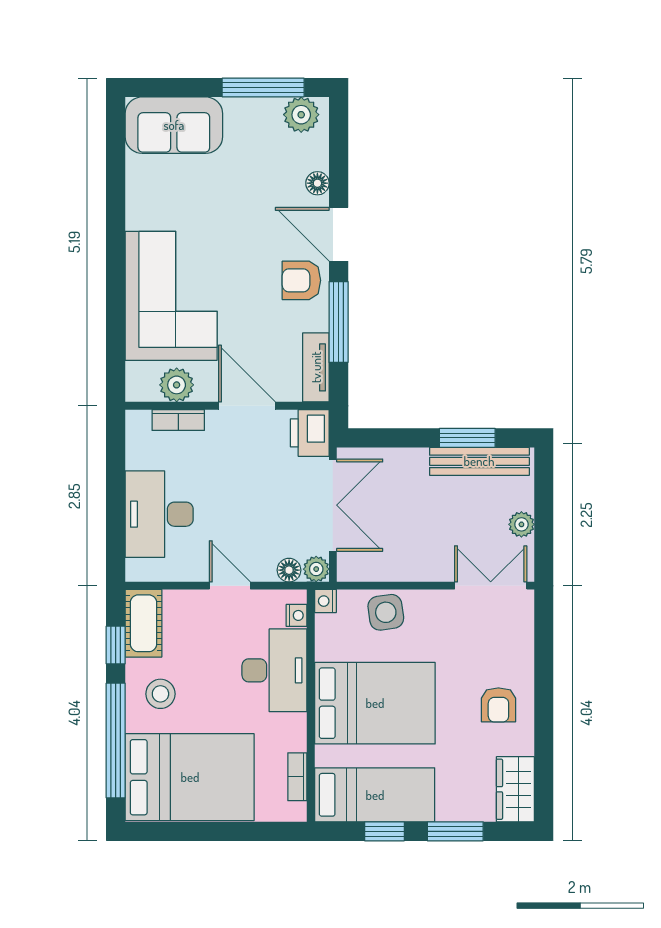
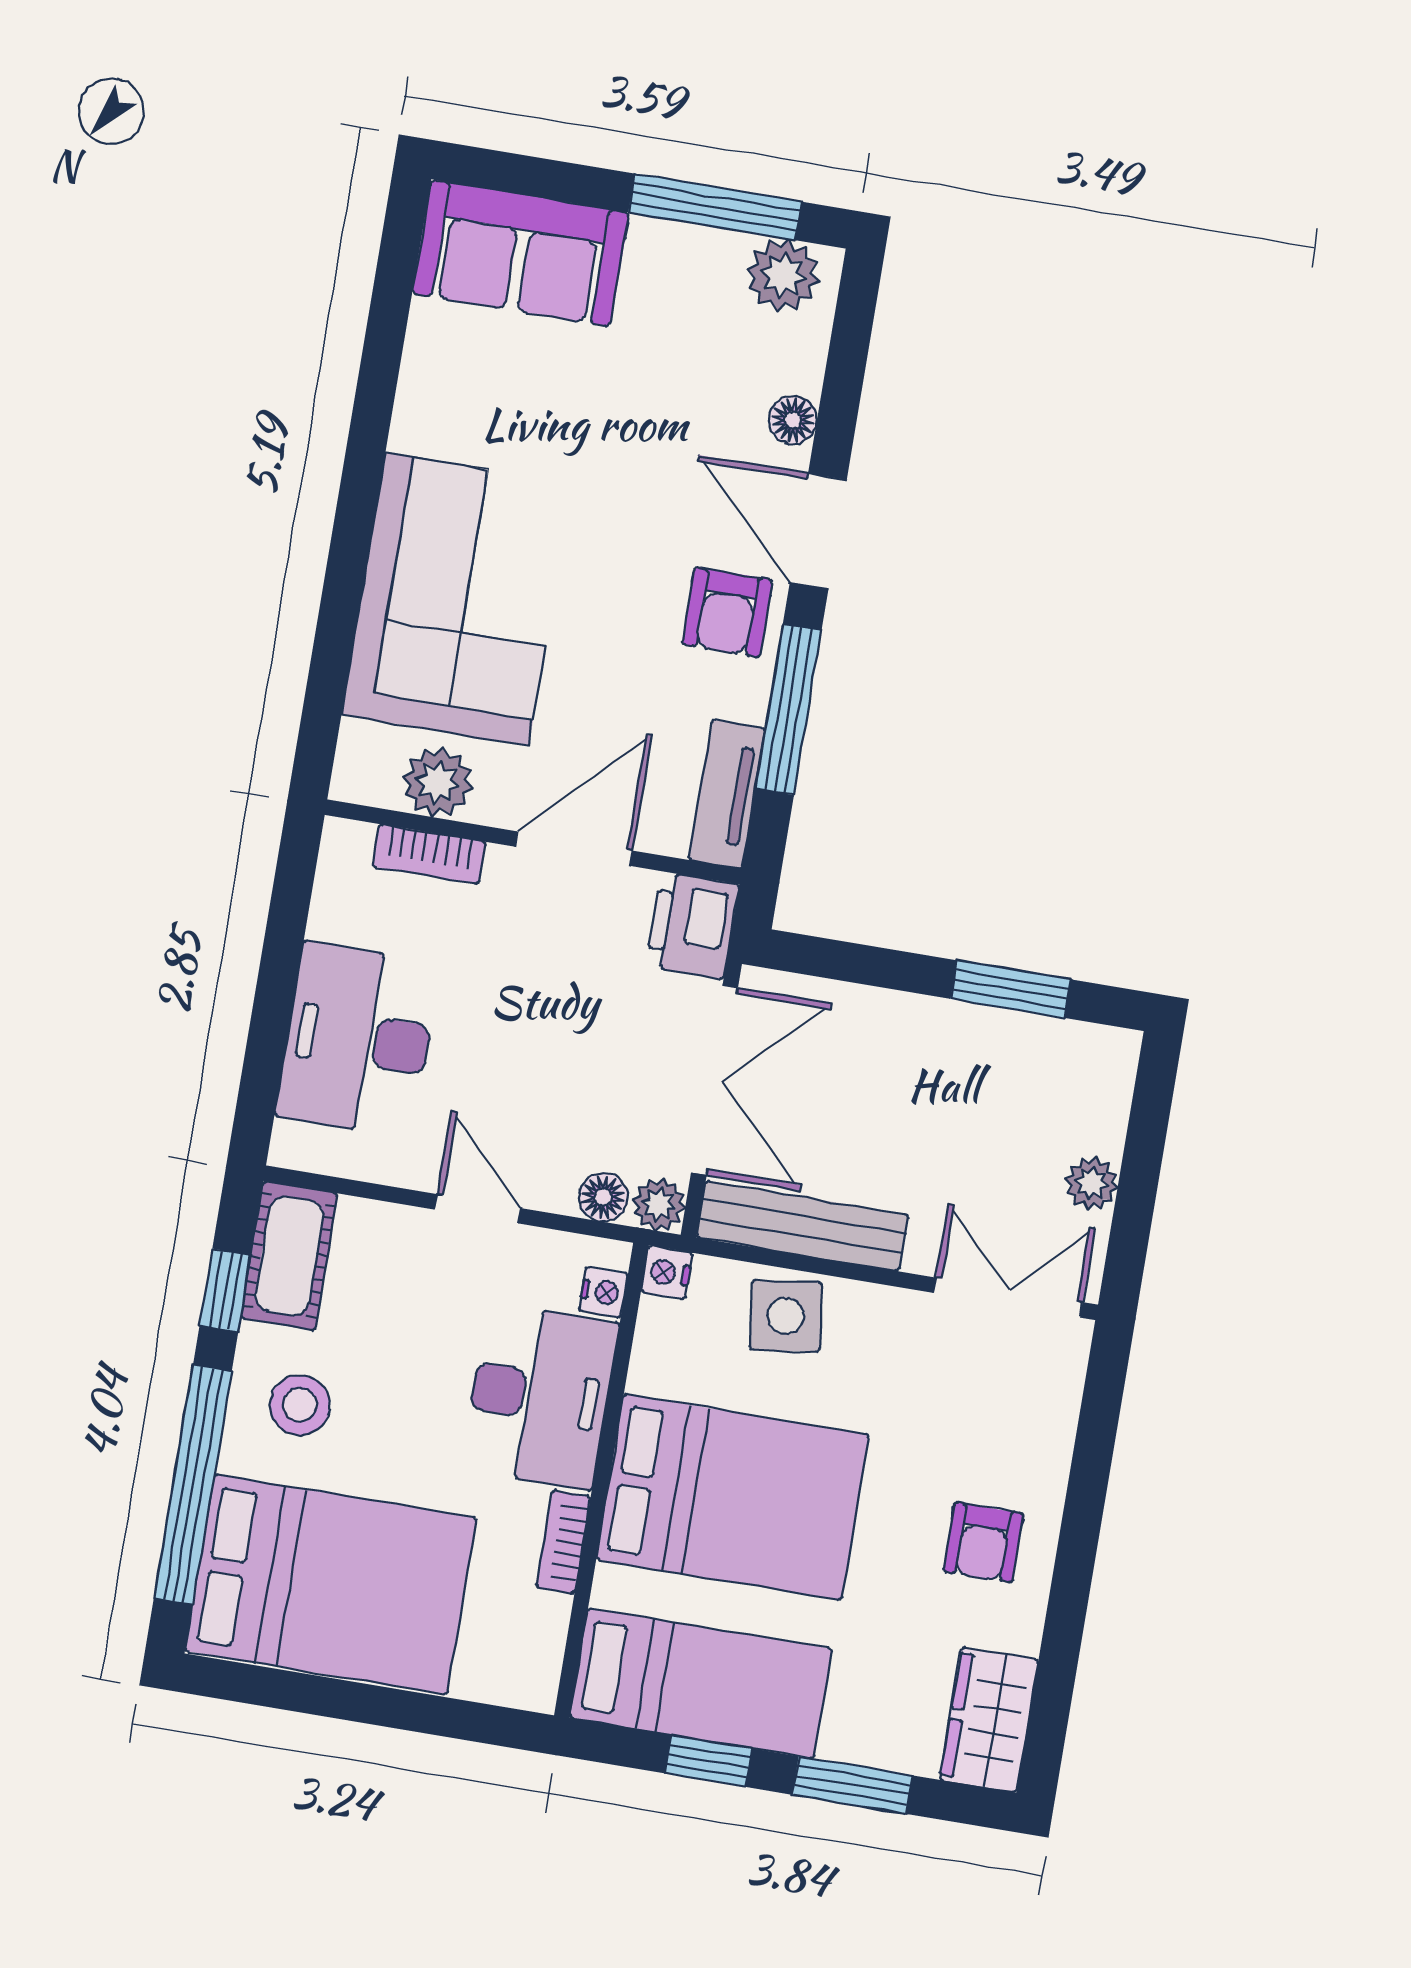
armchair: (301, 280) -> (727, 612), turned -90
door: (247, 406) -> (574, 849), hinge flipped
bench: (479, 461) -> (802, 1226), moved
bookcase: (297, 777) -> (563, 1542), moved

